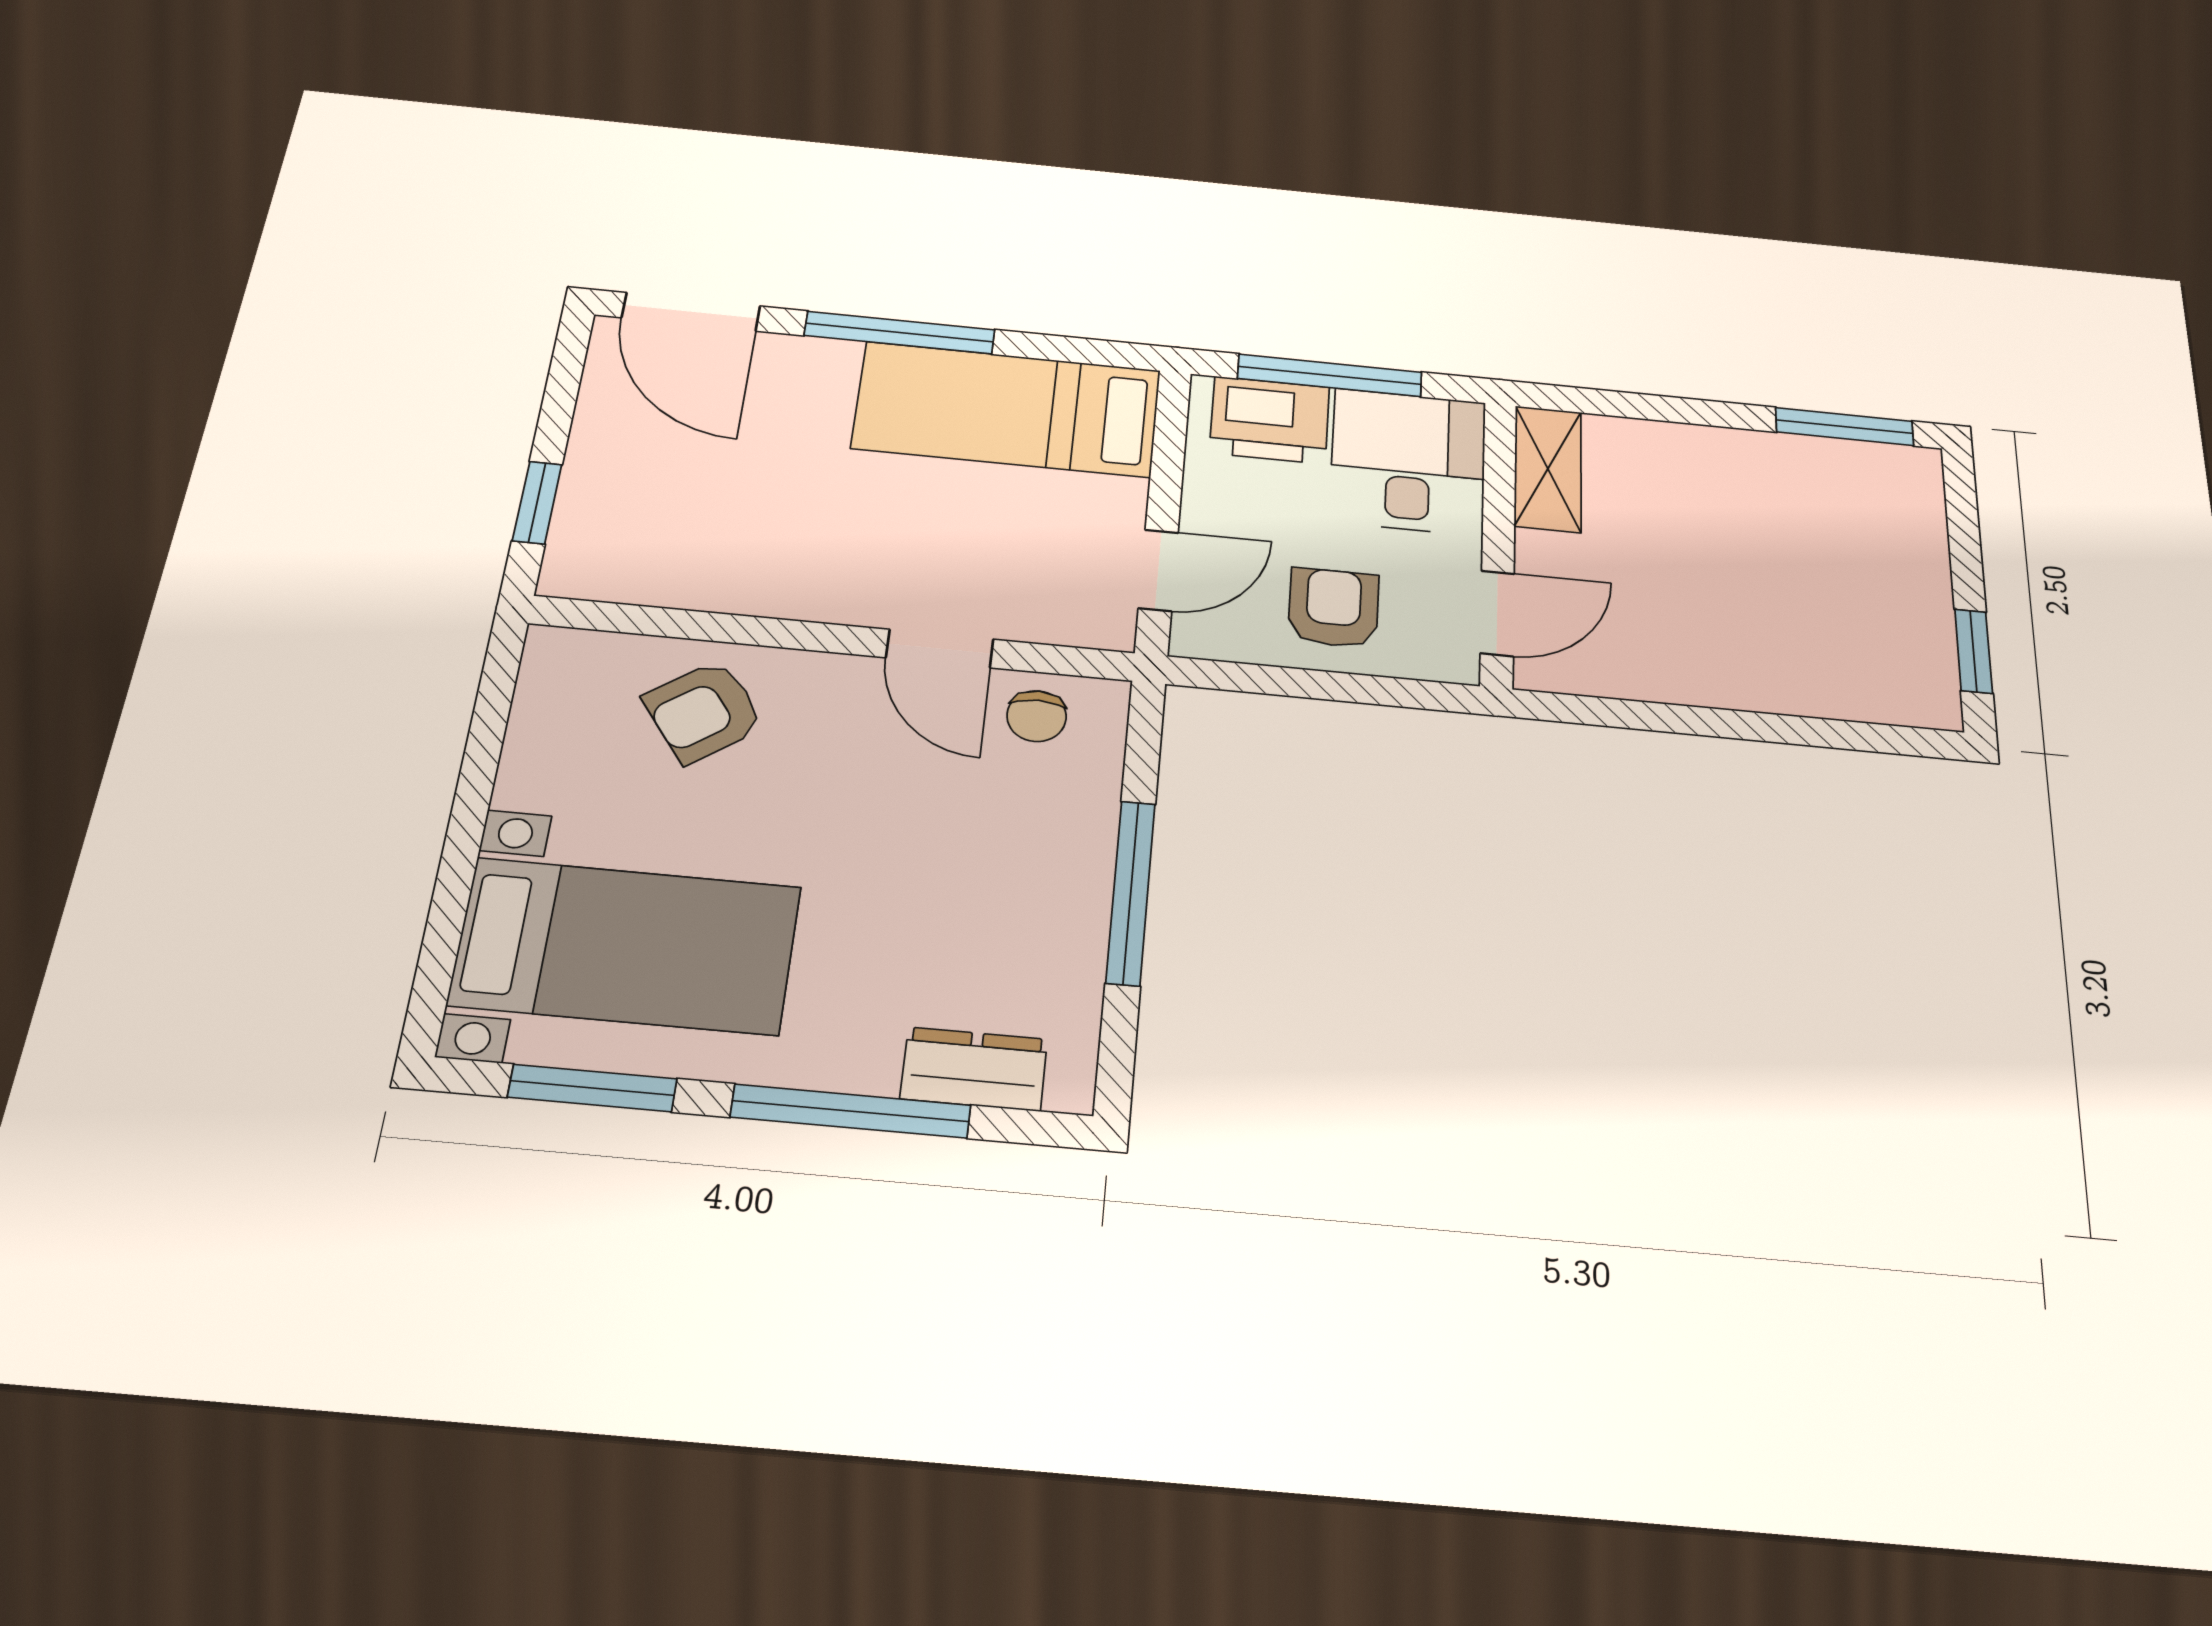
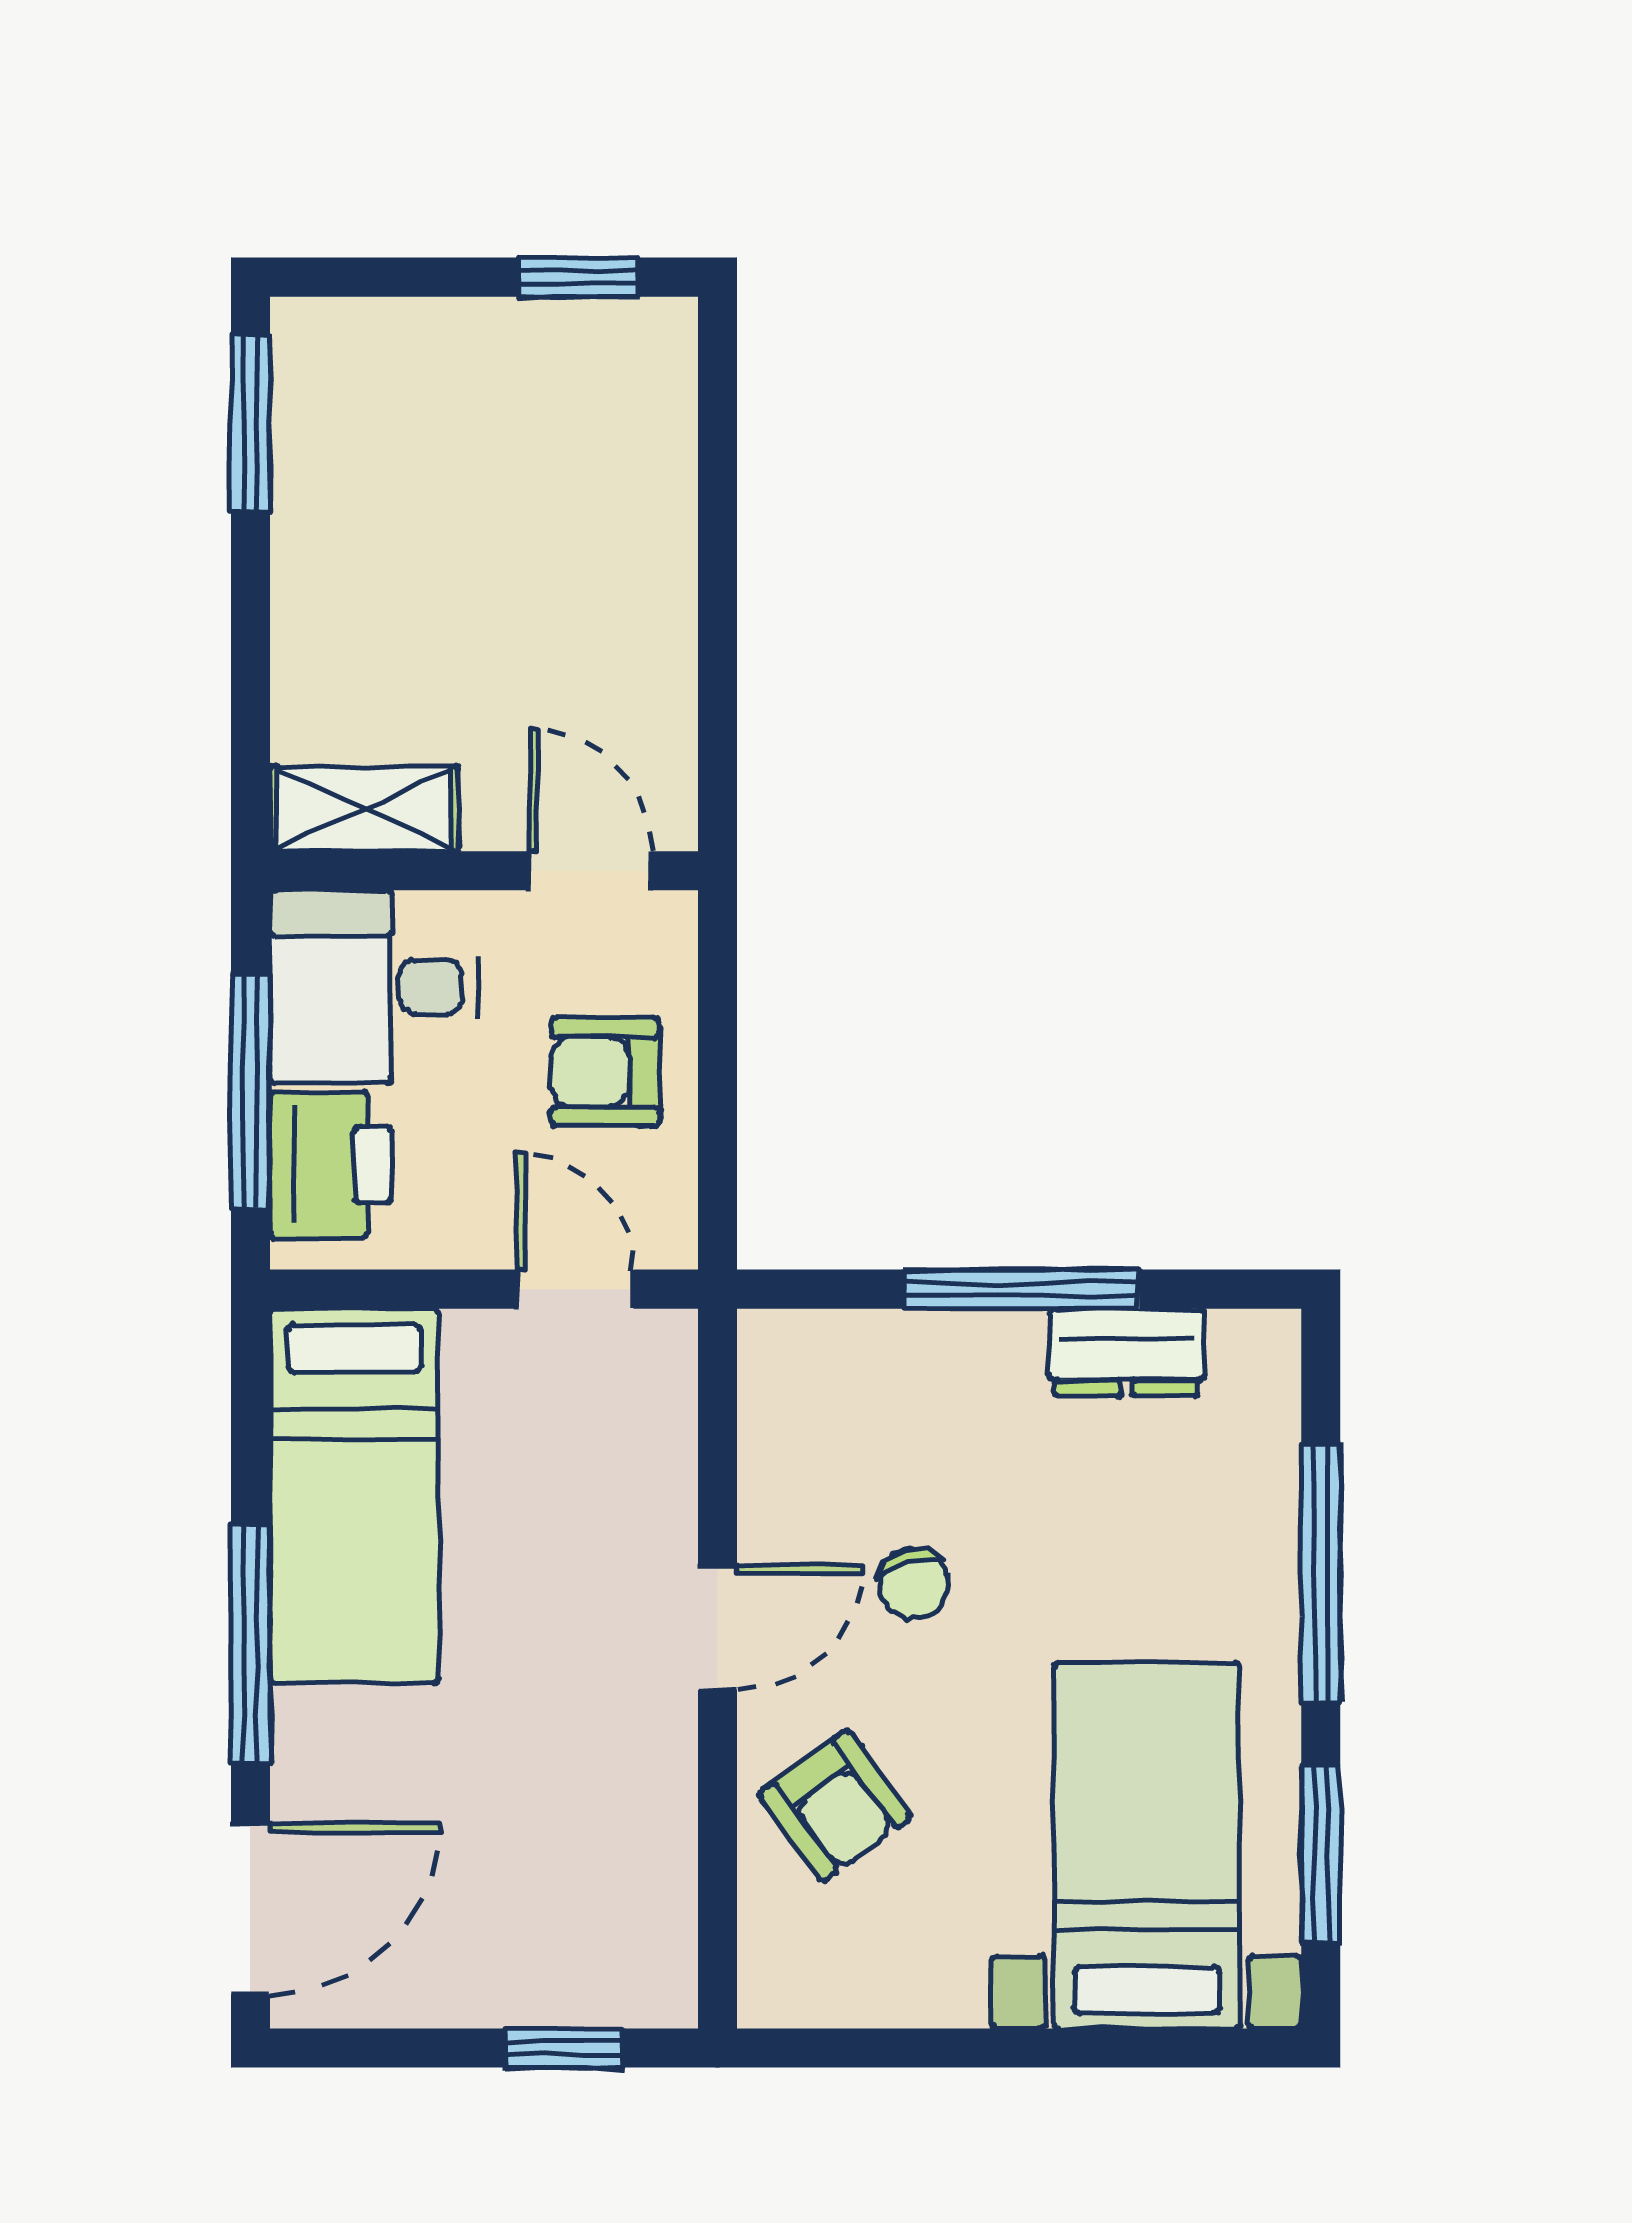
door: (940, 649) -> (718, 1627), moved
chair: (1037, 716) -> (914, 1583), moved, turned 74
dresser: (974, 1069) -> (1127, 1352), moved, turned -90

